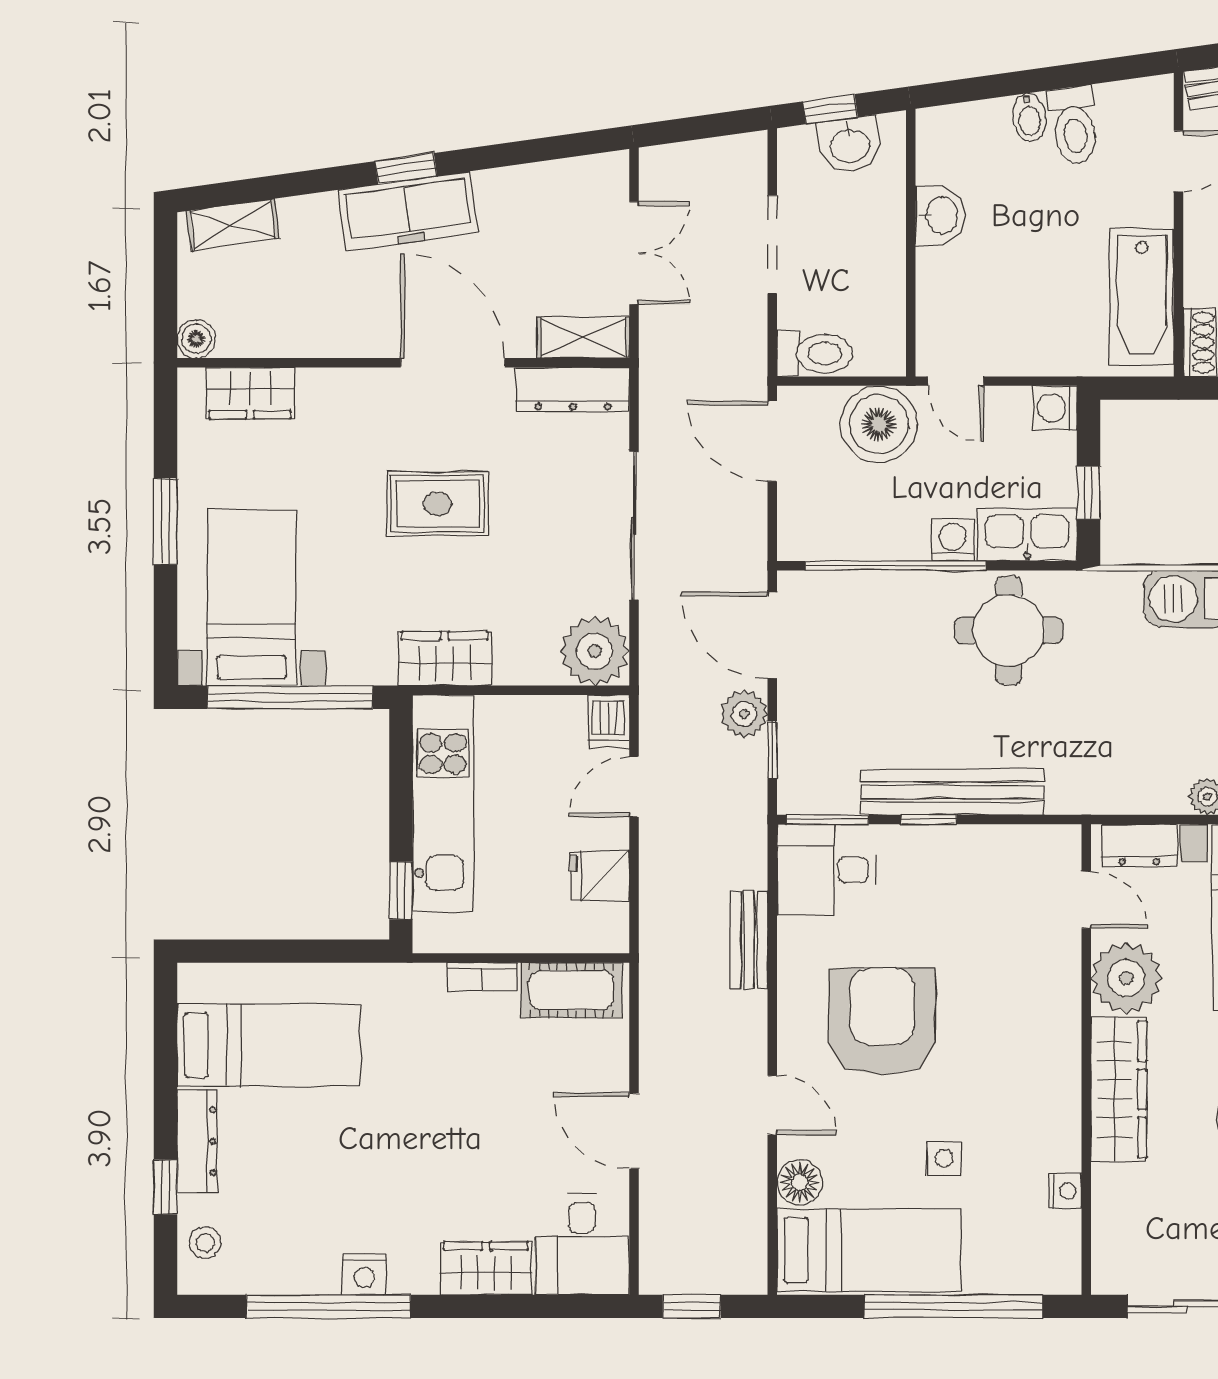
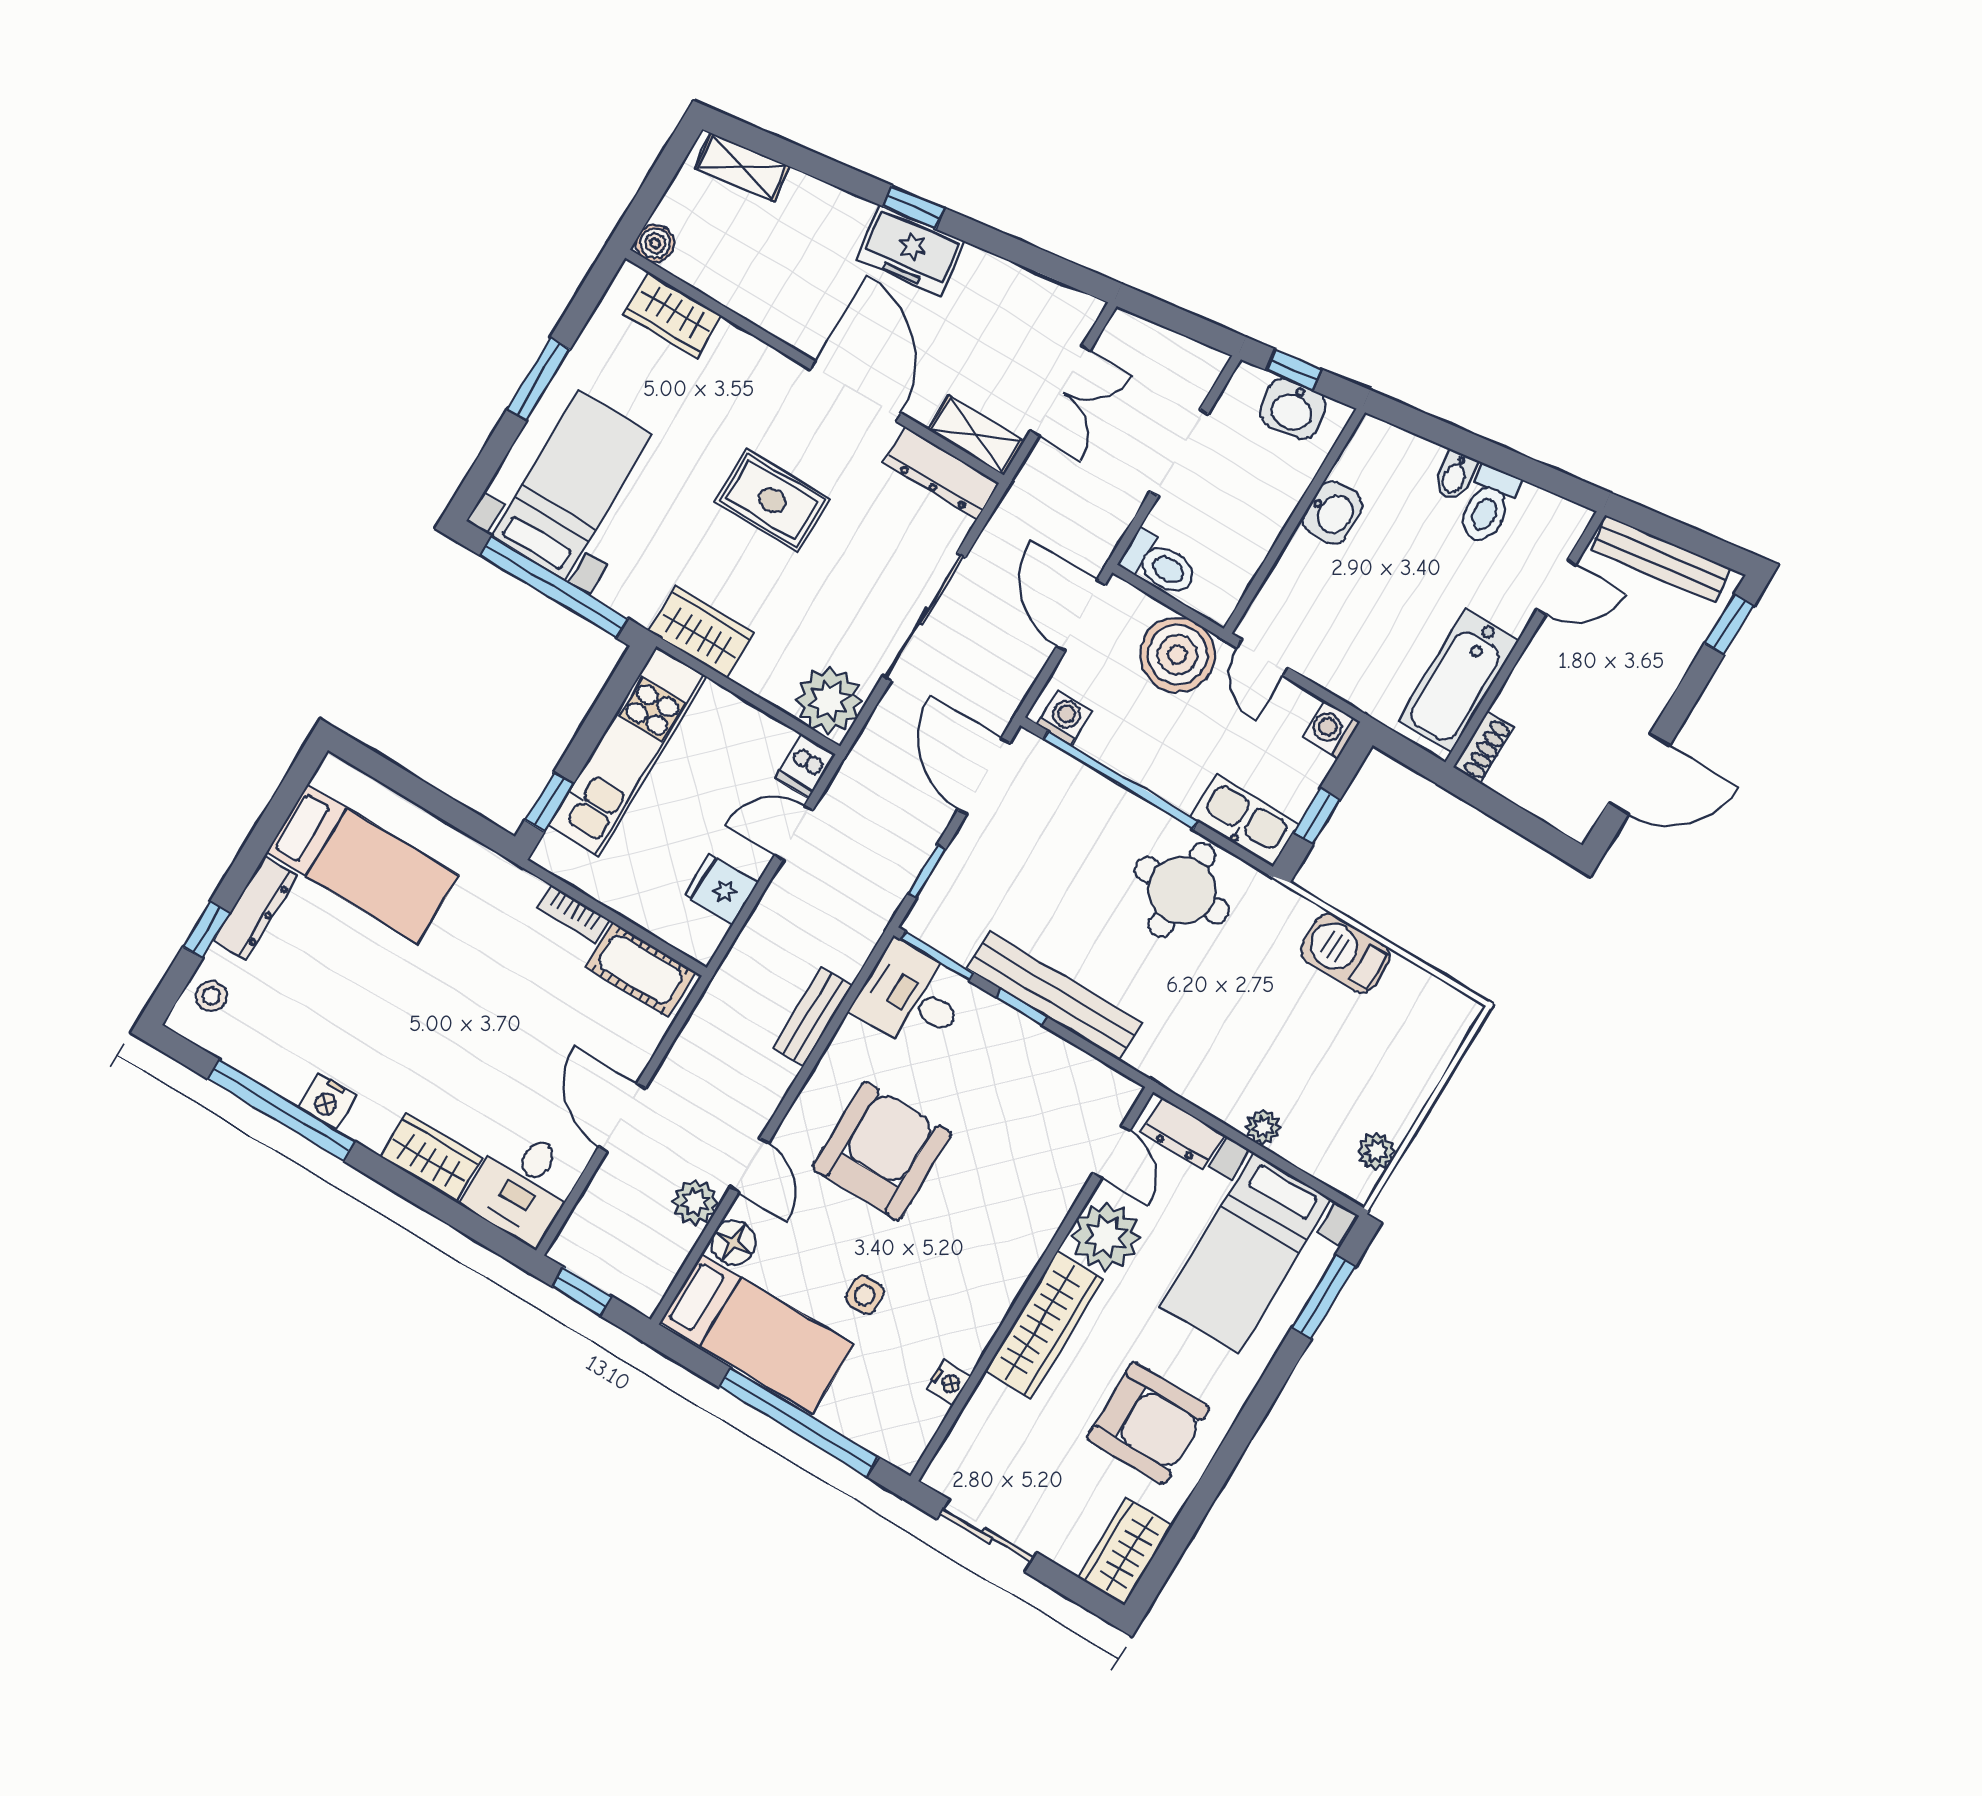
freezer: (408, 211) -> (911, 251), width x0.71
washing machine: (953, 540) -> (1064, 718), moved
plant: (744, 714) -> (695, 1202), moved

